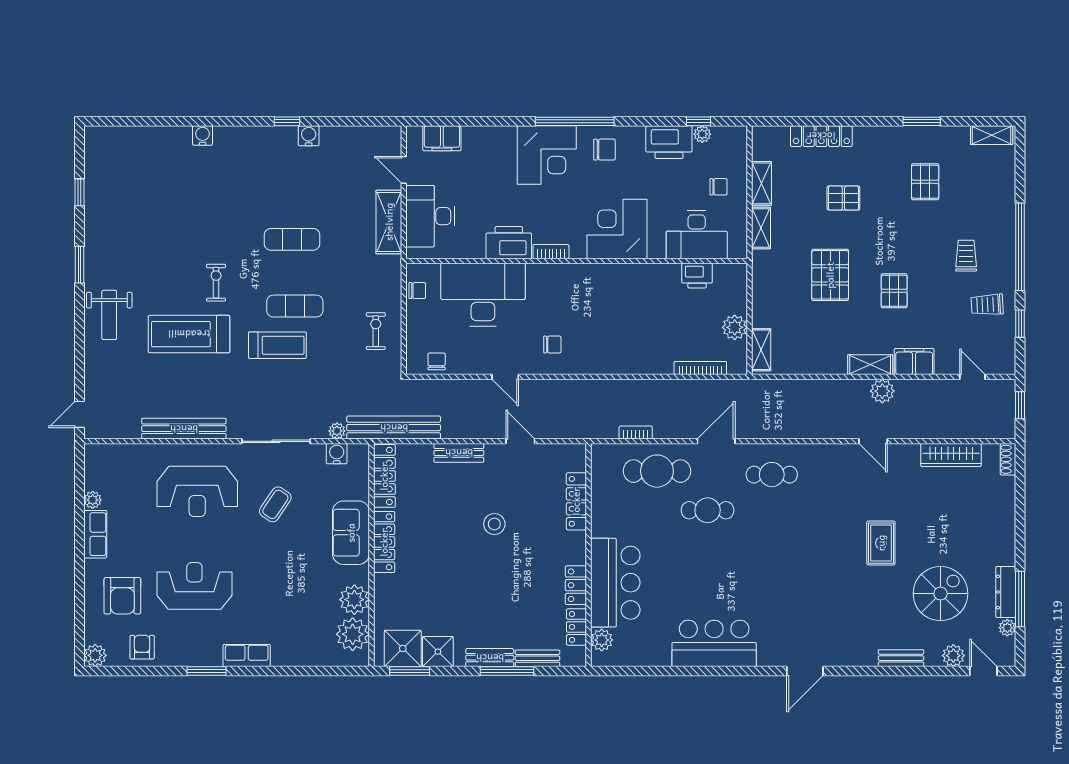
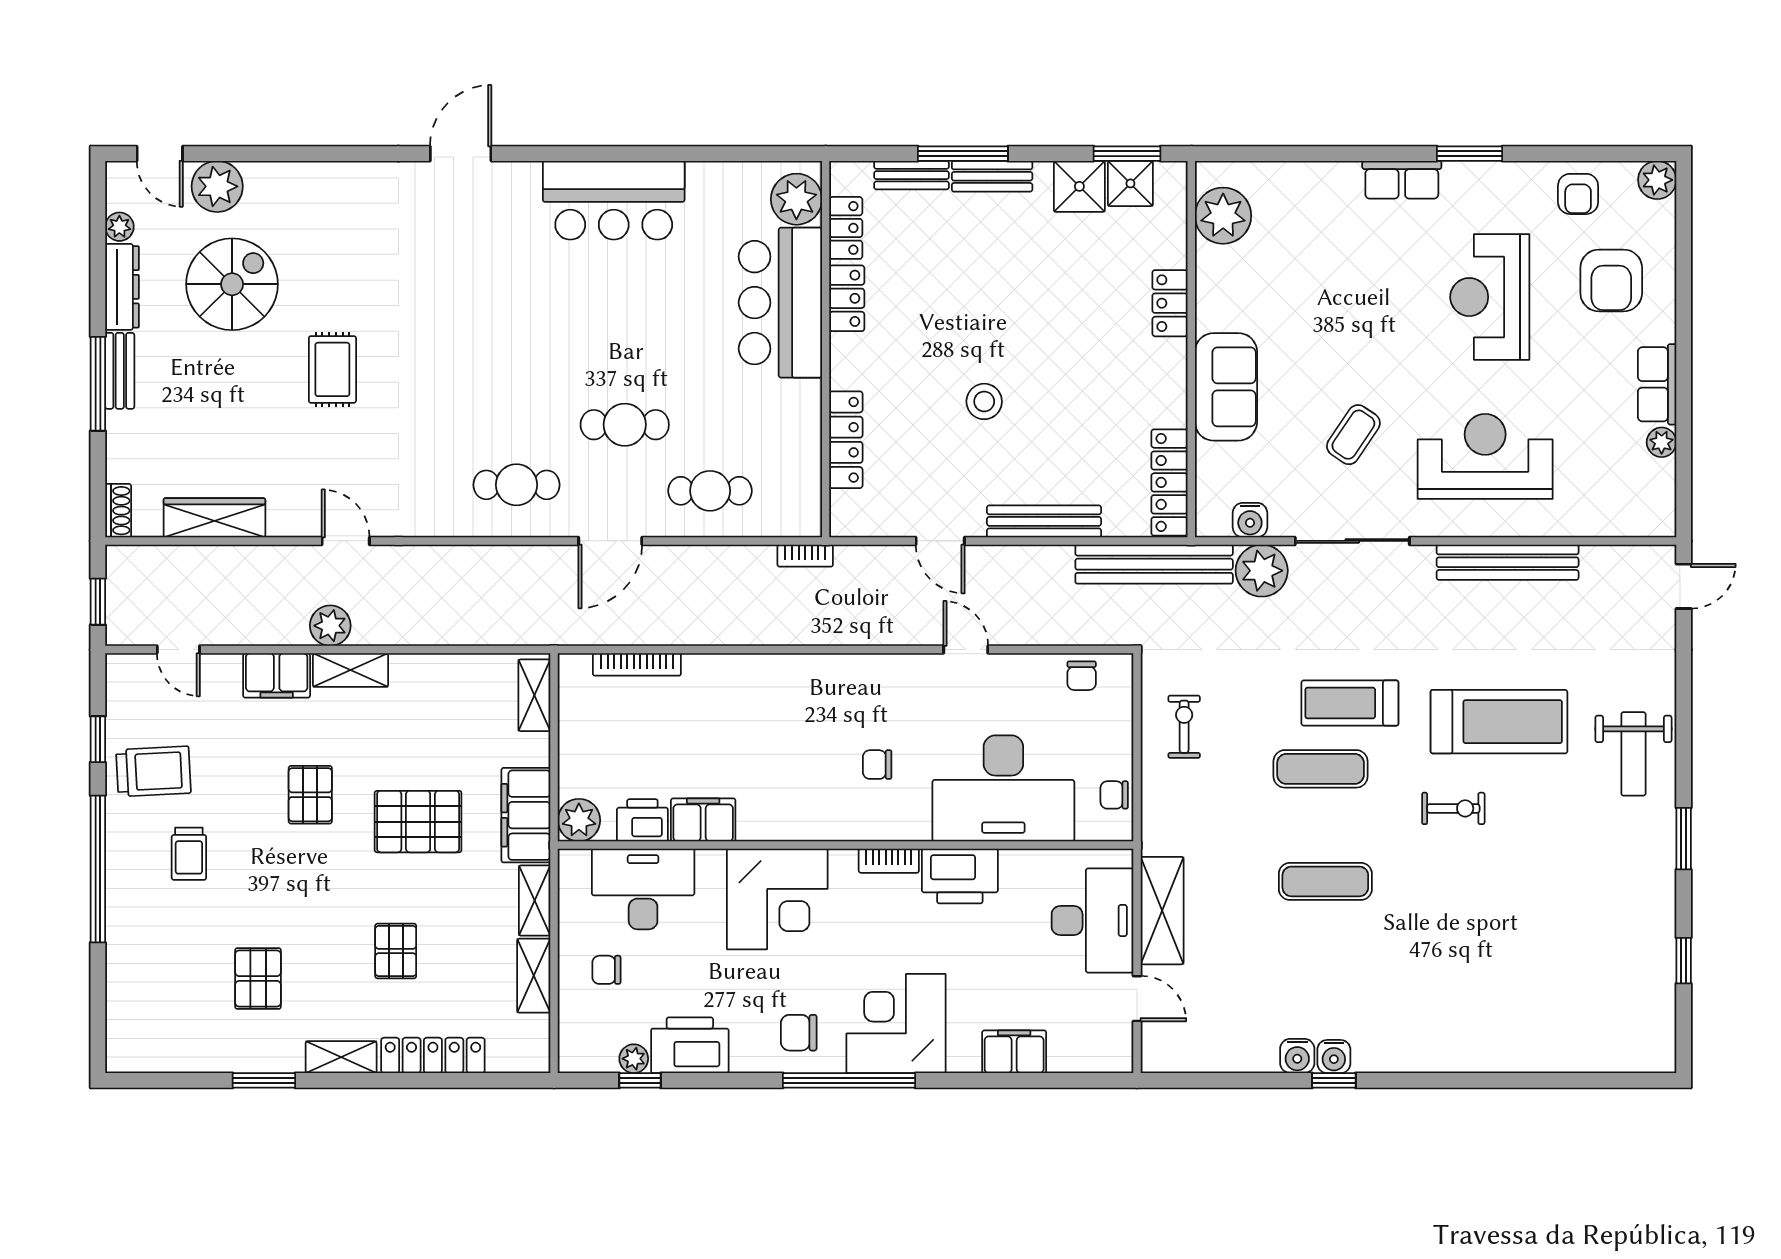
water cooler: (203, 135) -> (1334, 1057), moved
shelving: (992, 135) -> (341, 1057), moved
filing cabinet: (442, 138) -> (1014, 1052), moved
pallet: (843, 198) -> (396, 951), turned 90
pallet: (830, 275) -> (418, 822), turned 90
filing cabinet: (661, 276) -> (703, 820), added
filing cabinet: (766, 279) -> (526, 815), added
exercise bike: (216, 283) -> (1453, 808), turned -90
trolley: (987, 305) -> (153, 771), width x1.36, depth x1.39
weight bench: (109, 315) -> (1633, 754), turned 180
plant: (735, 327) -> (579, 820), moved
exercise bike: (376, 331) -> (1184, 727), turned 180
chair: (552, 344) -> (877, 765), moved
plant: (337, 431) -> (1262, 571), width x1.88, depth x1.88
bookcase: (636, 433) -> (805, 556), moved
bench: (459, 453) -> (1044, 521), width x1.36
cafe table: (657, 471) -> (710, 491), width x0.73, depth x0.74
locker: (384, 542) -> (1170, 303), moved, width x0.66
reception desk: (194, 586) -> (1490, 297), turned 90
spiral stairs: (940, 594) -> (232, 284), turned 180
armchair: (122, 596) -> (1611, 280), turned 180
window: (1020, 599) -> (98, 384), moved
plant: (354, 600) -> (1220, 274), removed
plant: (602, 640) -> (796, 199), width x1.36, depth x1.36
shower: (403, 648) -> (1130, 183), width x0.73, depth x0.73
plant: (953, 656) -> (217, 186), width x1.36, depth x1.36
bench: (901, 658) -> (120, 371), moved, turned 90

